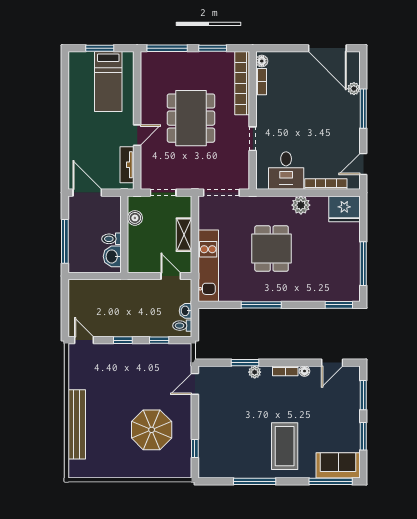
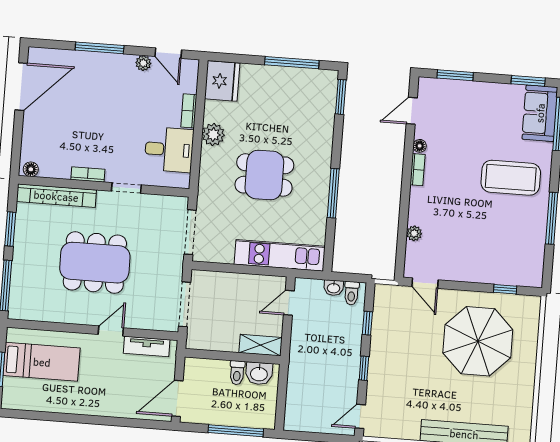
bookcase: (261, 82) -> (88, 174), moved
plant: (354, 89) -> (143, 63), moved
door: (137, 135) -> (111, 331), hinge flipped
bookcase: (326, 184) -> (189, 111), width x0.64
doorway: (163, 193) -> (185, 304), width x1.38
boiler: (135, 218) -> (213, 342), removed
shelving: (184, 235) -> (261, 345), moved
window: (245, 363) -> (403, 219), removed
door: (332, 363) -> (412, 111), swing flipped
plant: (255, 372) -> (414, 233), moved
parasol: (152, 430) -> (478, 341), width x1.36, depth x1.36
window: (363, 436) -> (528, 81), moved

